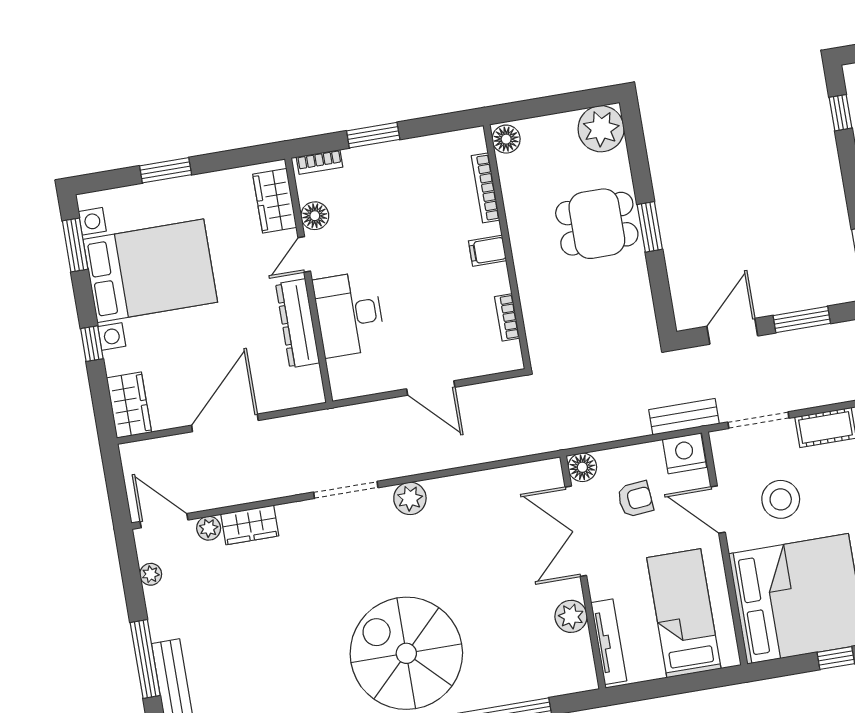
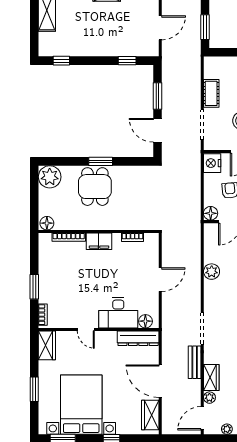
wardrobe: (275, 201) -> (47, 345), moved, turned -90
floor lamp: (315, 216) -> (145, 321), moved
filing cabinet: (488, 251) -> (99, 241), width x2.00
dresser: (298, 323) -> (138, 338), moved
wardrobe: (129, 405) -> (150, 415), moved, turned -90
bench: (684, 417) -> (195, 362), moved
plant: (410, 498) -> (212, 272), moved

